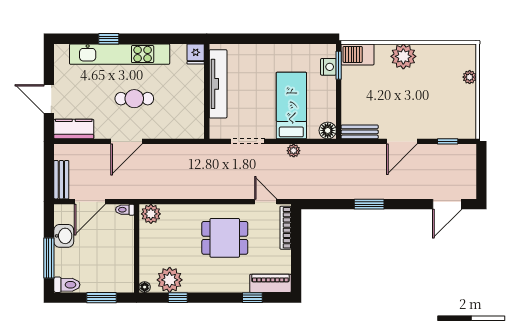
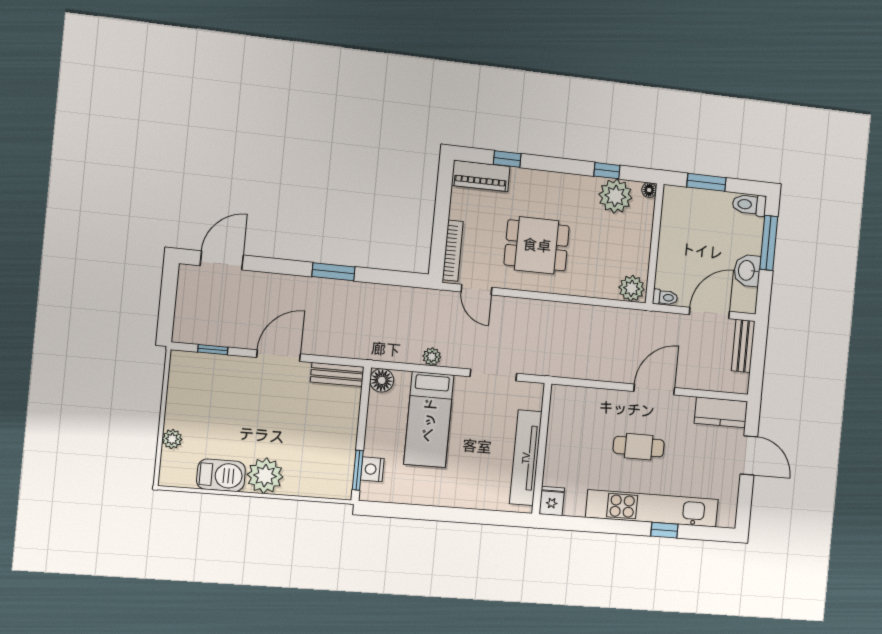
barbecue: (358, 54) -> (221, 475), moved

